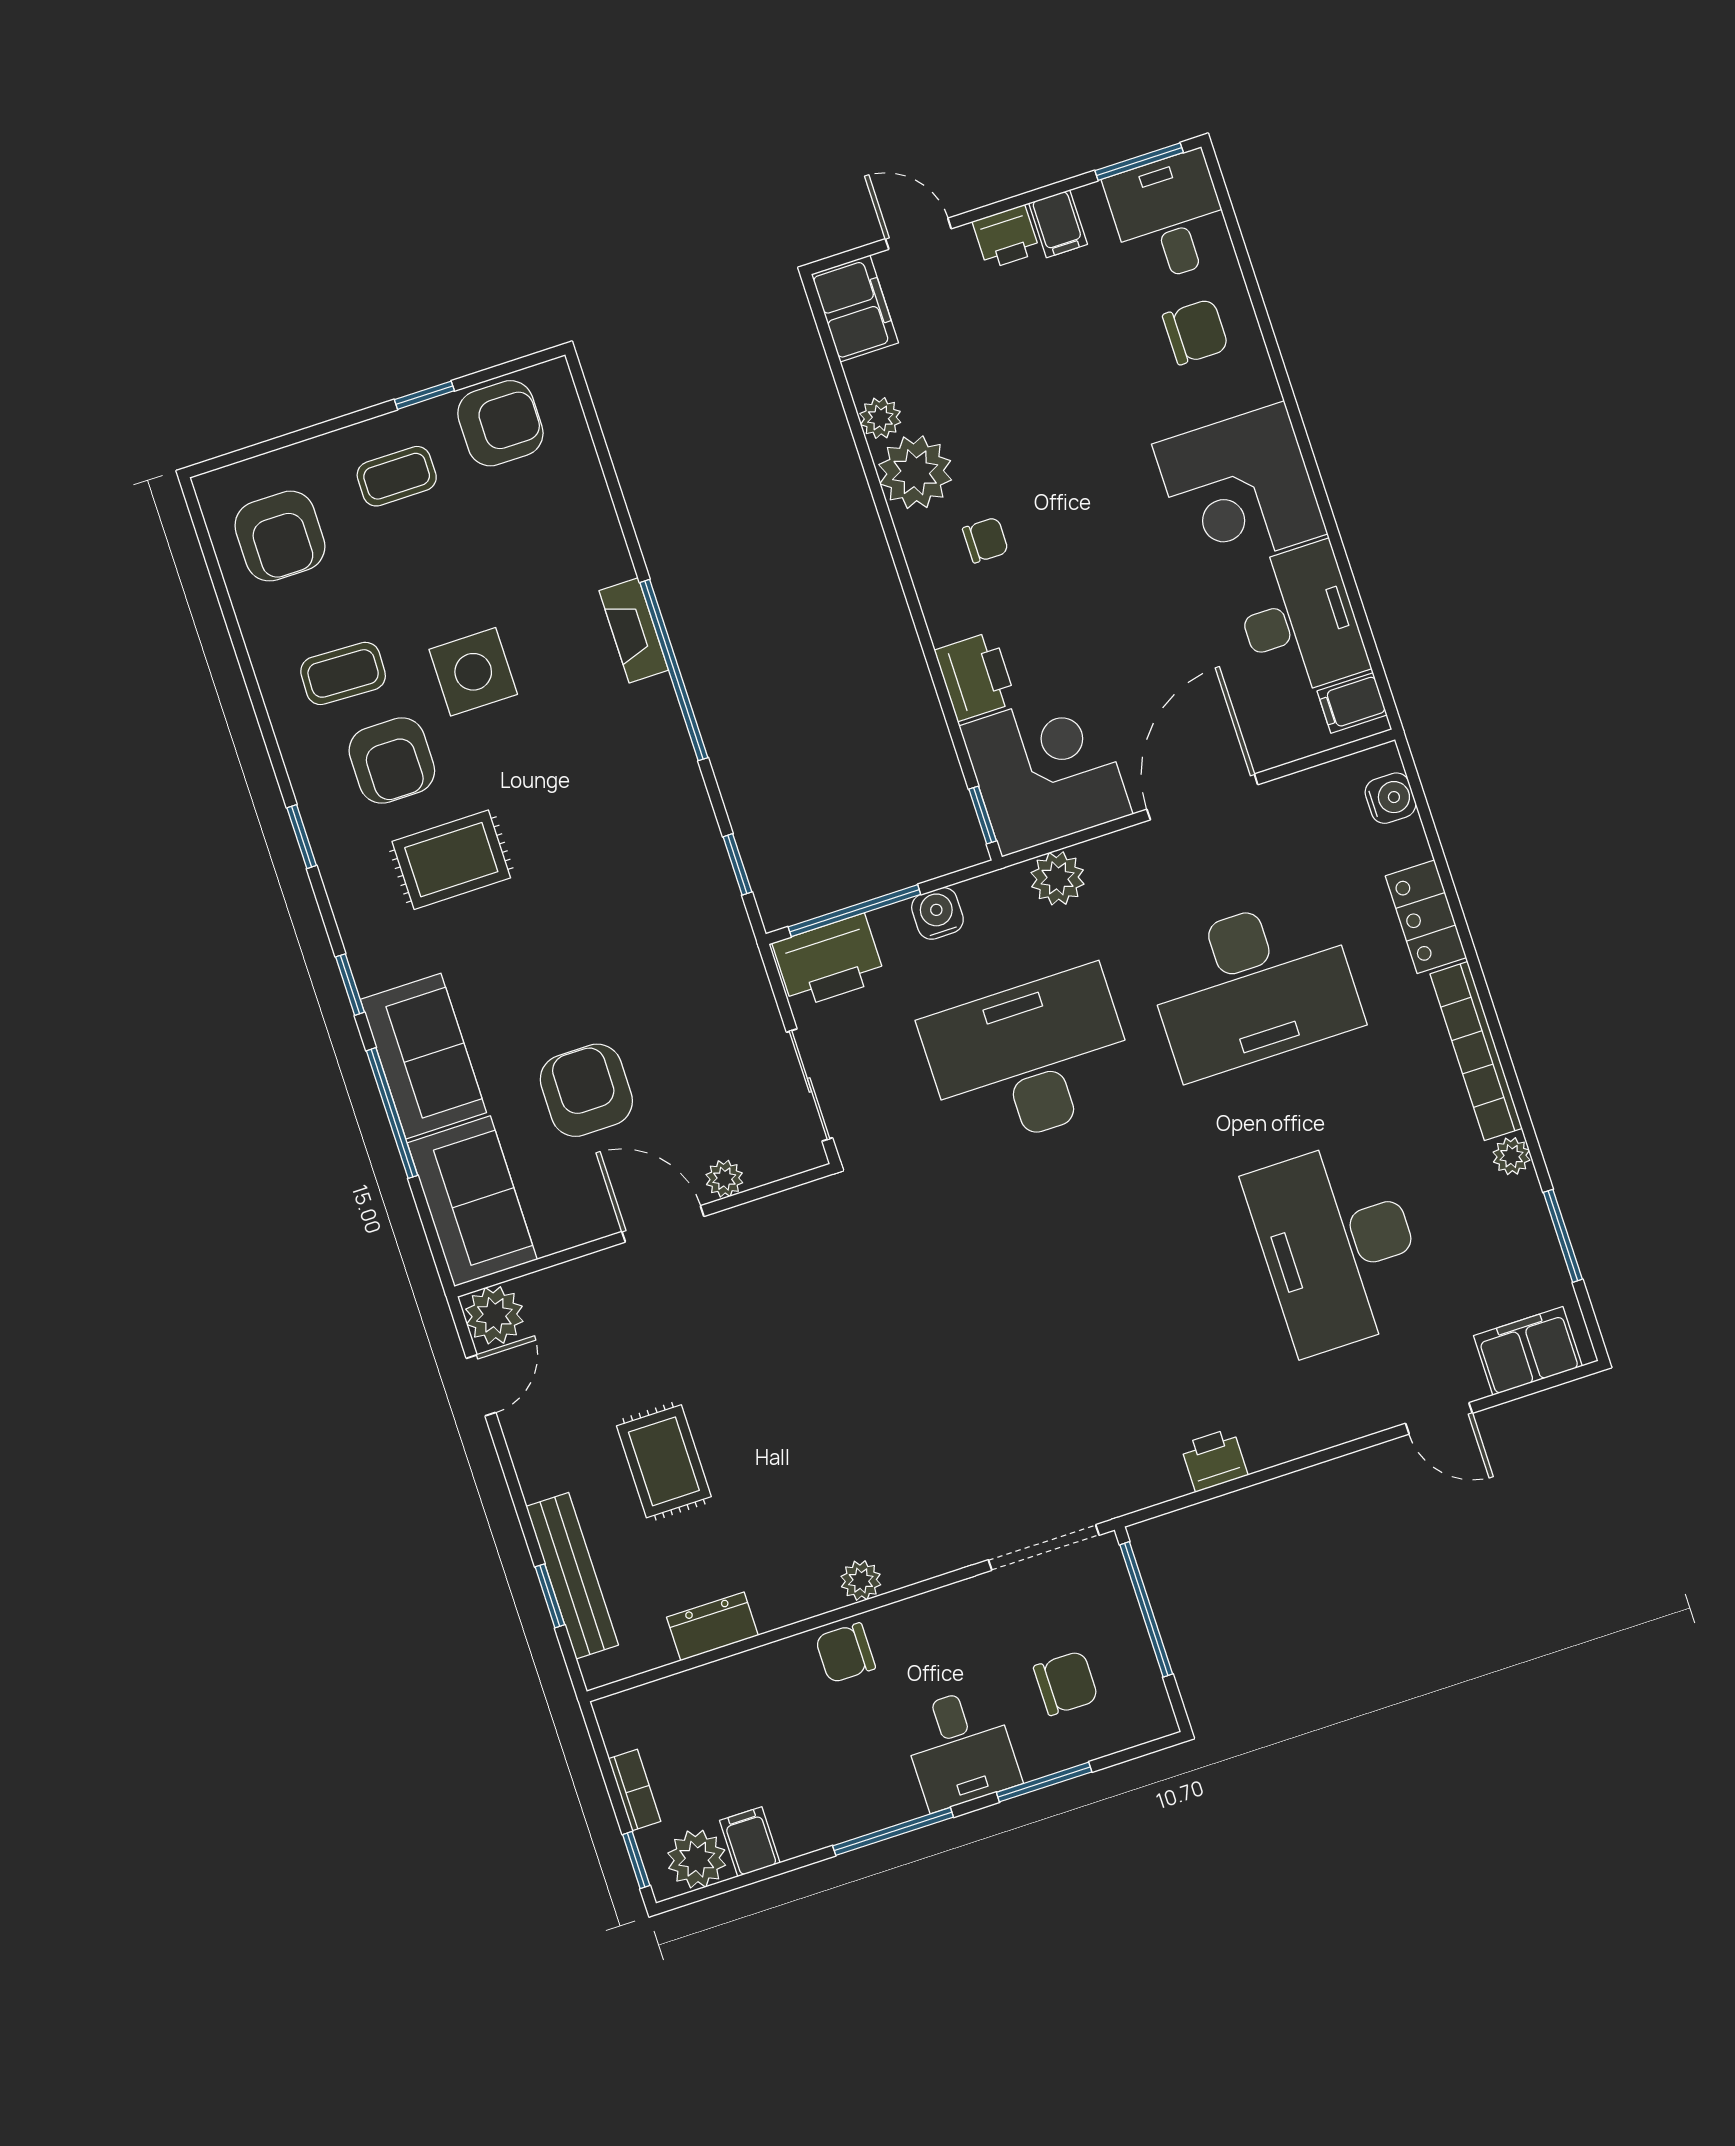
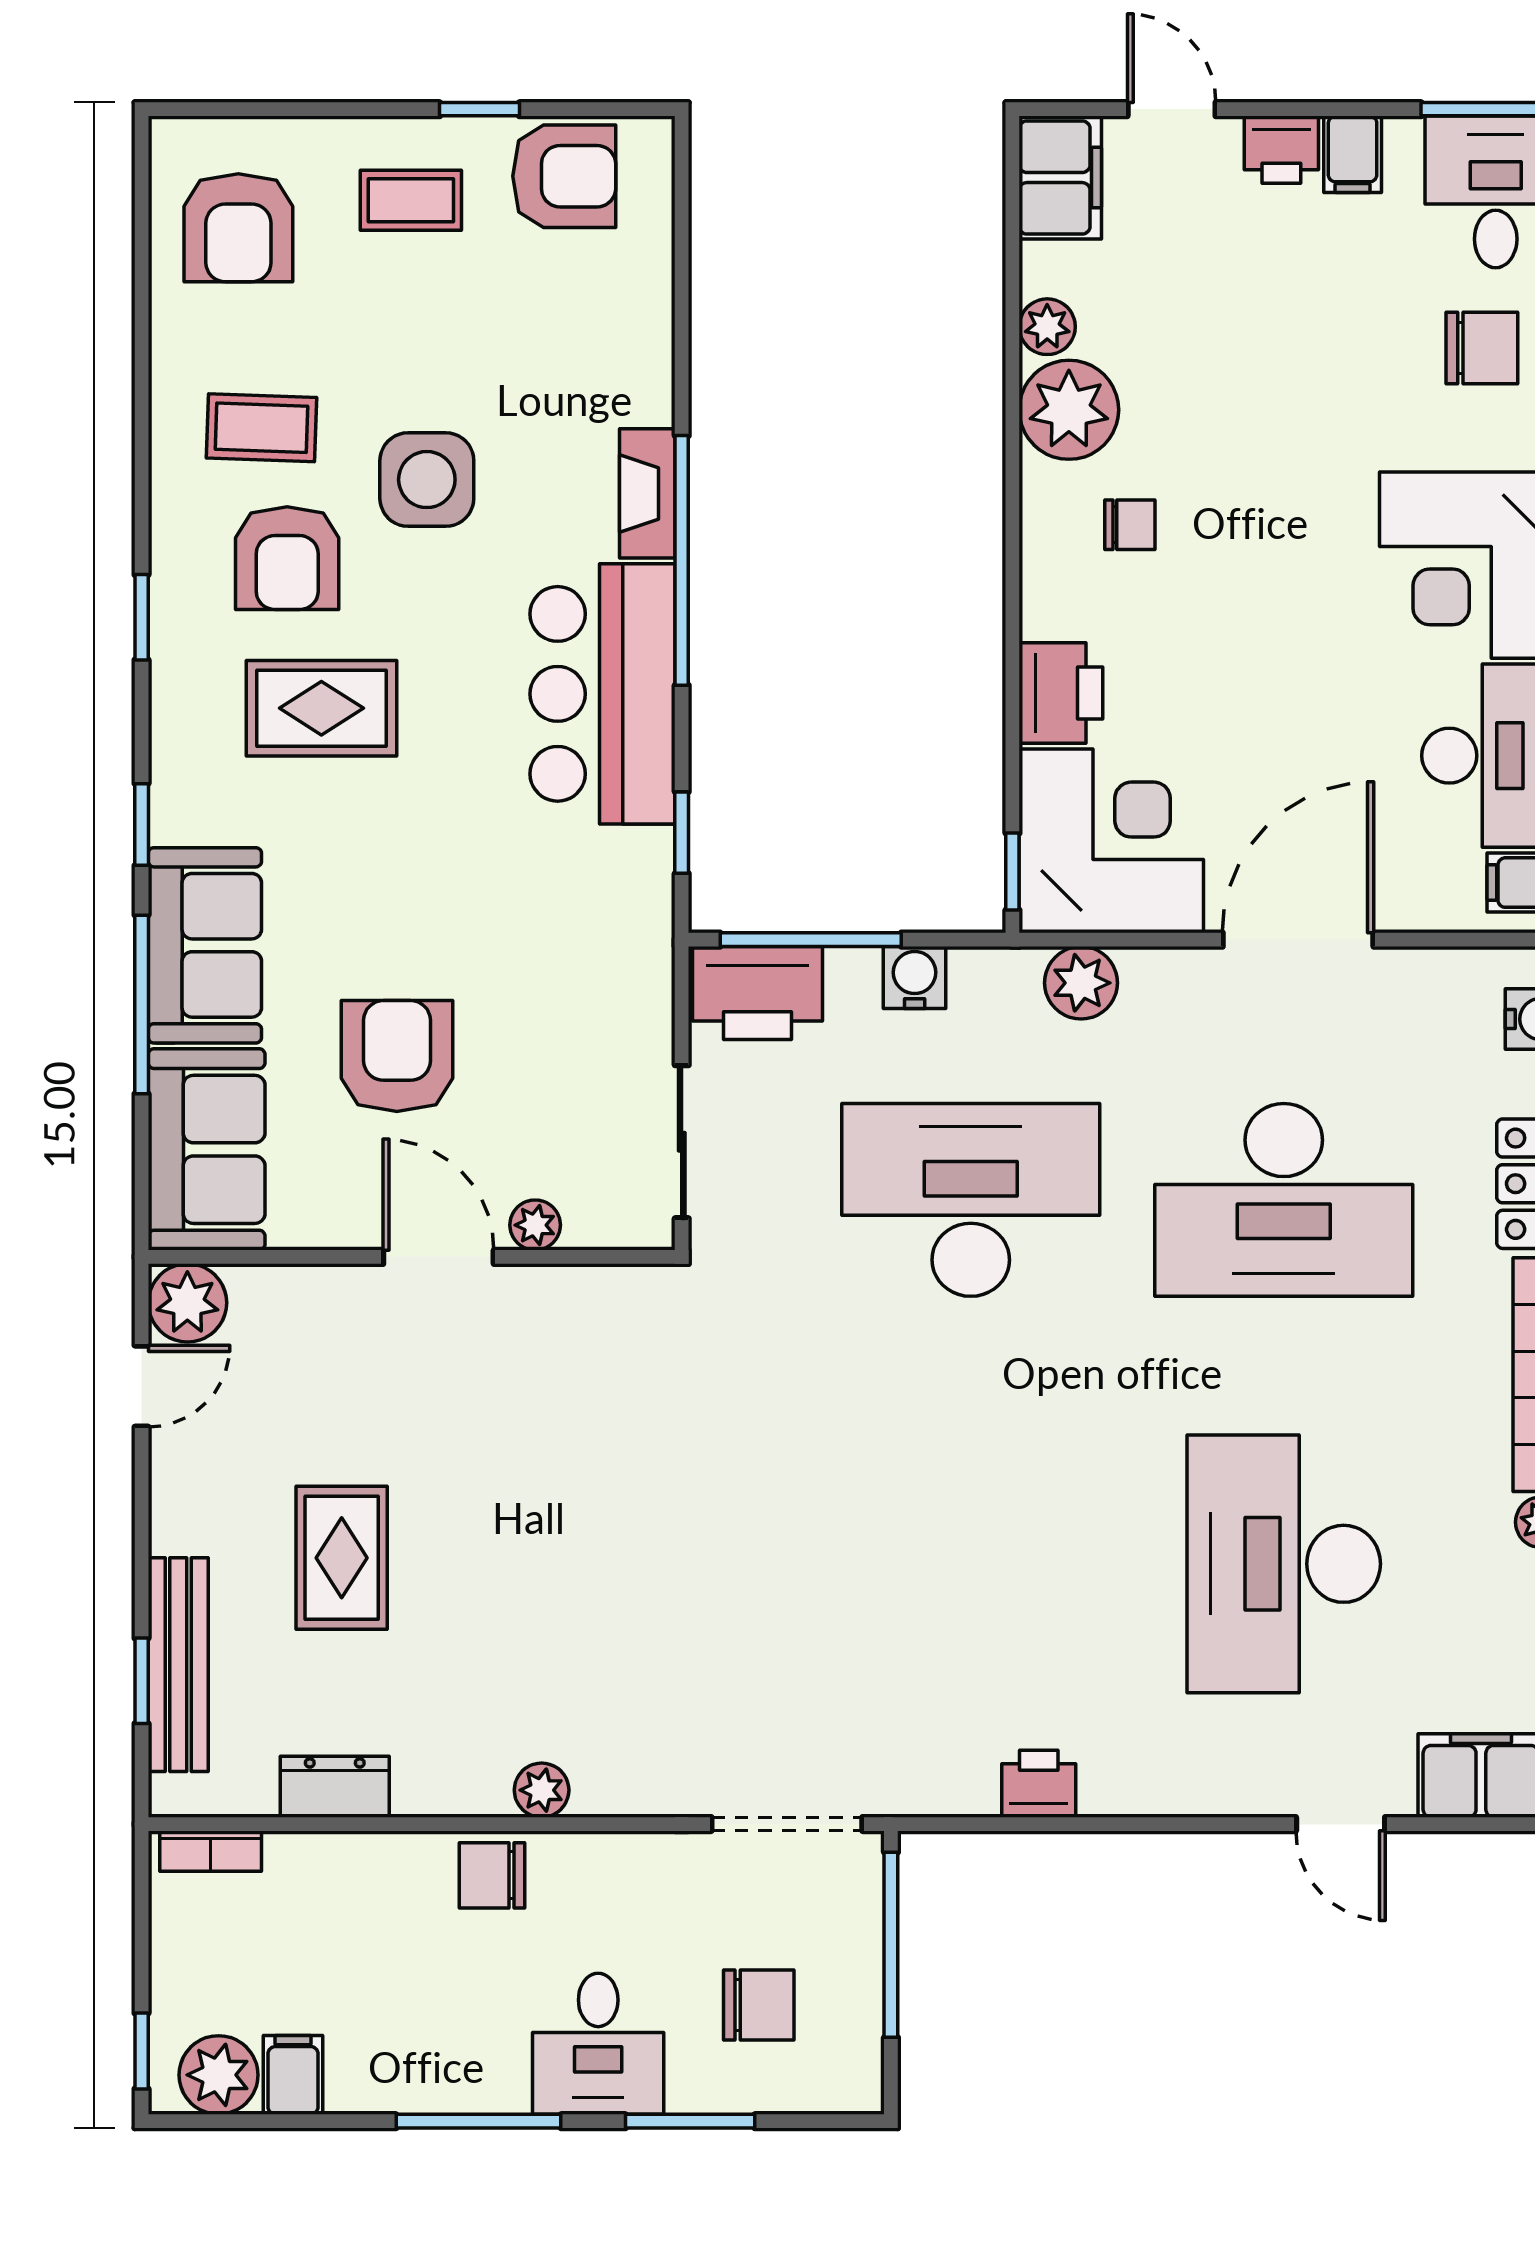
bar counter: (649, 784) -> (603, 694), added
bookcase: (635, 1790) -> (211, 1851), moved, turned 90

